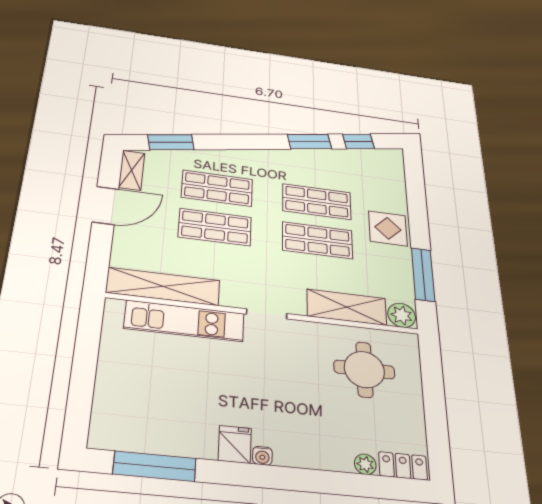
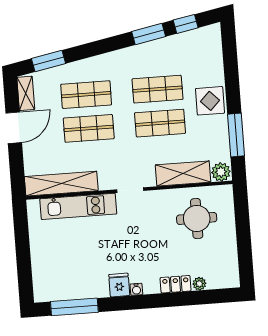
locker: (403, 466) -> (176, 284), moved

